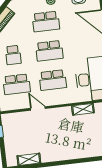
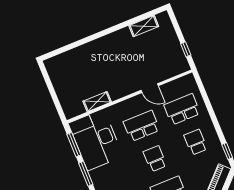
school desk: (49, 51) -> (155, 159), width x0.54

